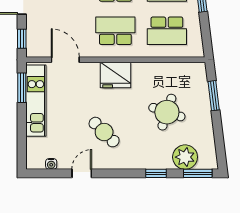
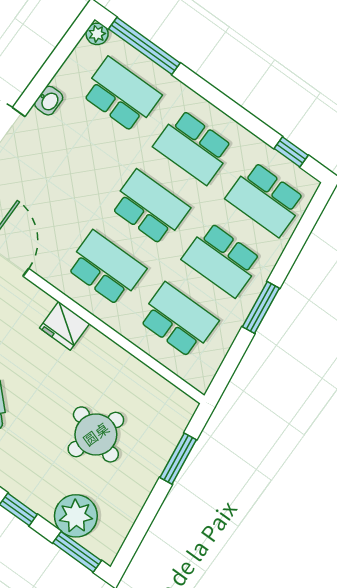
school desk: (167, 31) -> (178, 320), turned 180
fridge: (115, 75) -> (65, 326), width x0.73, depth x0.75

